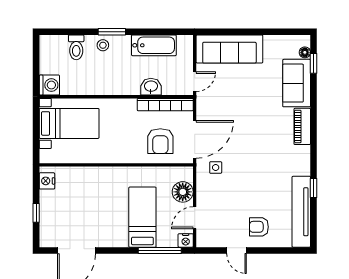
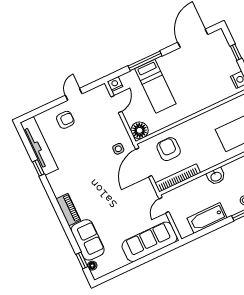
washbasin: (151, 87) -> (216, 176), moved
floor lamp: (183, 192) -> (140, 130), moved
window: (160, 250) -> (145, 61), moved
door: (237, 250) -> (74, 94), hinge flipped

